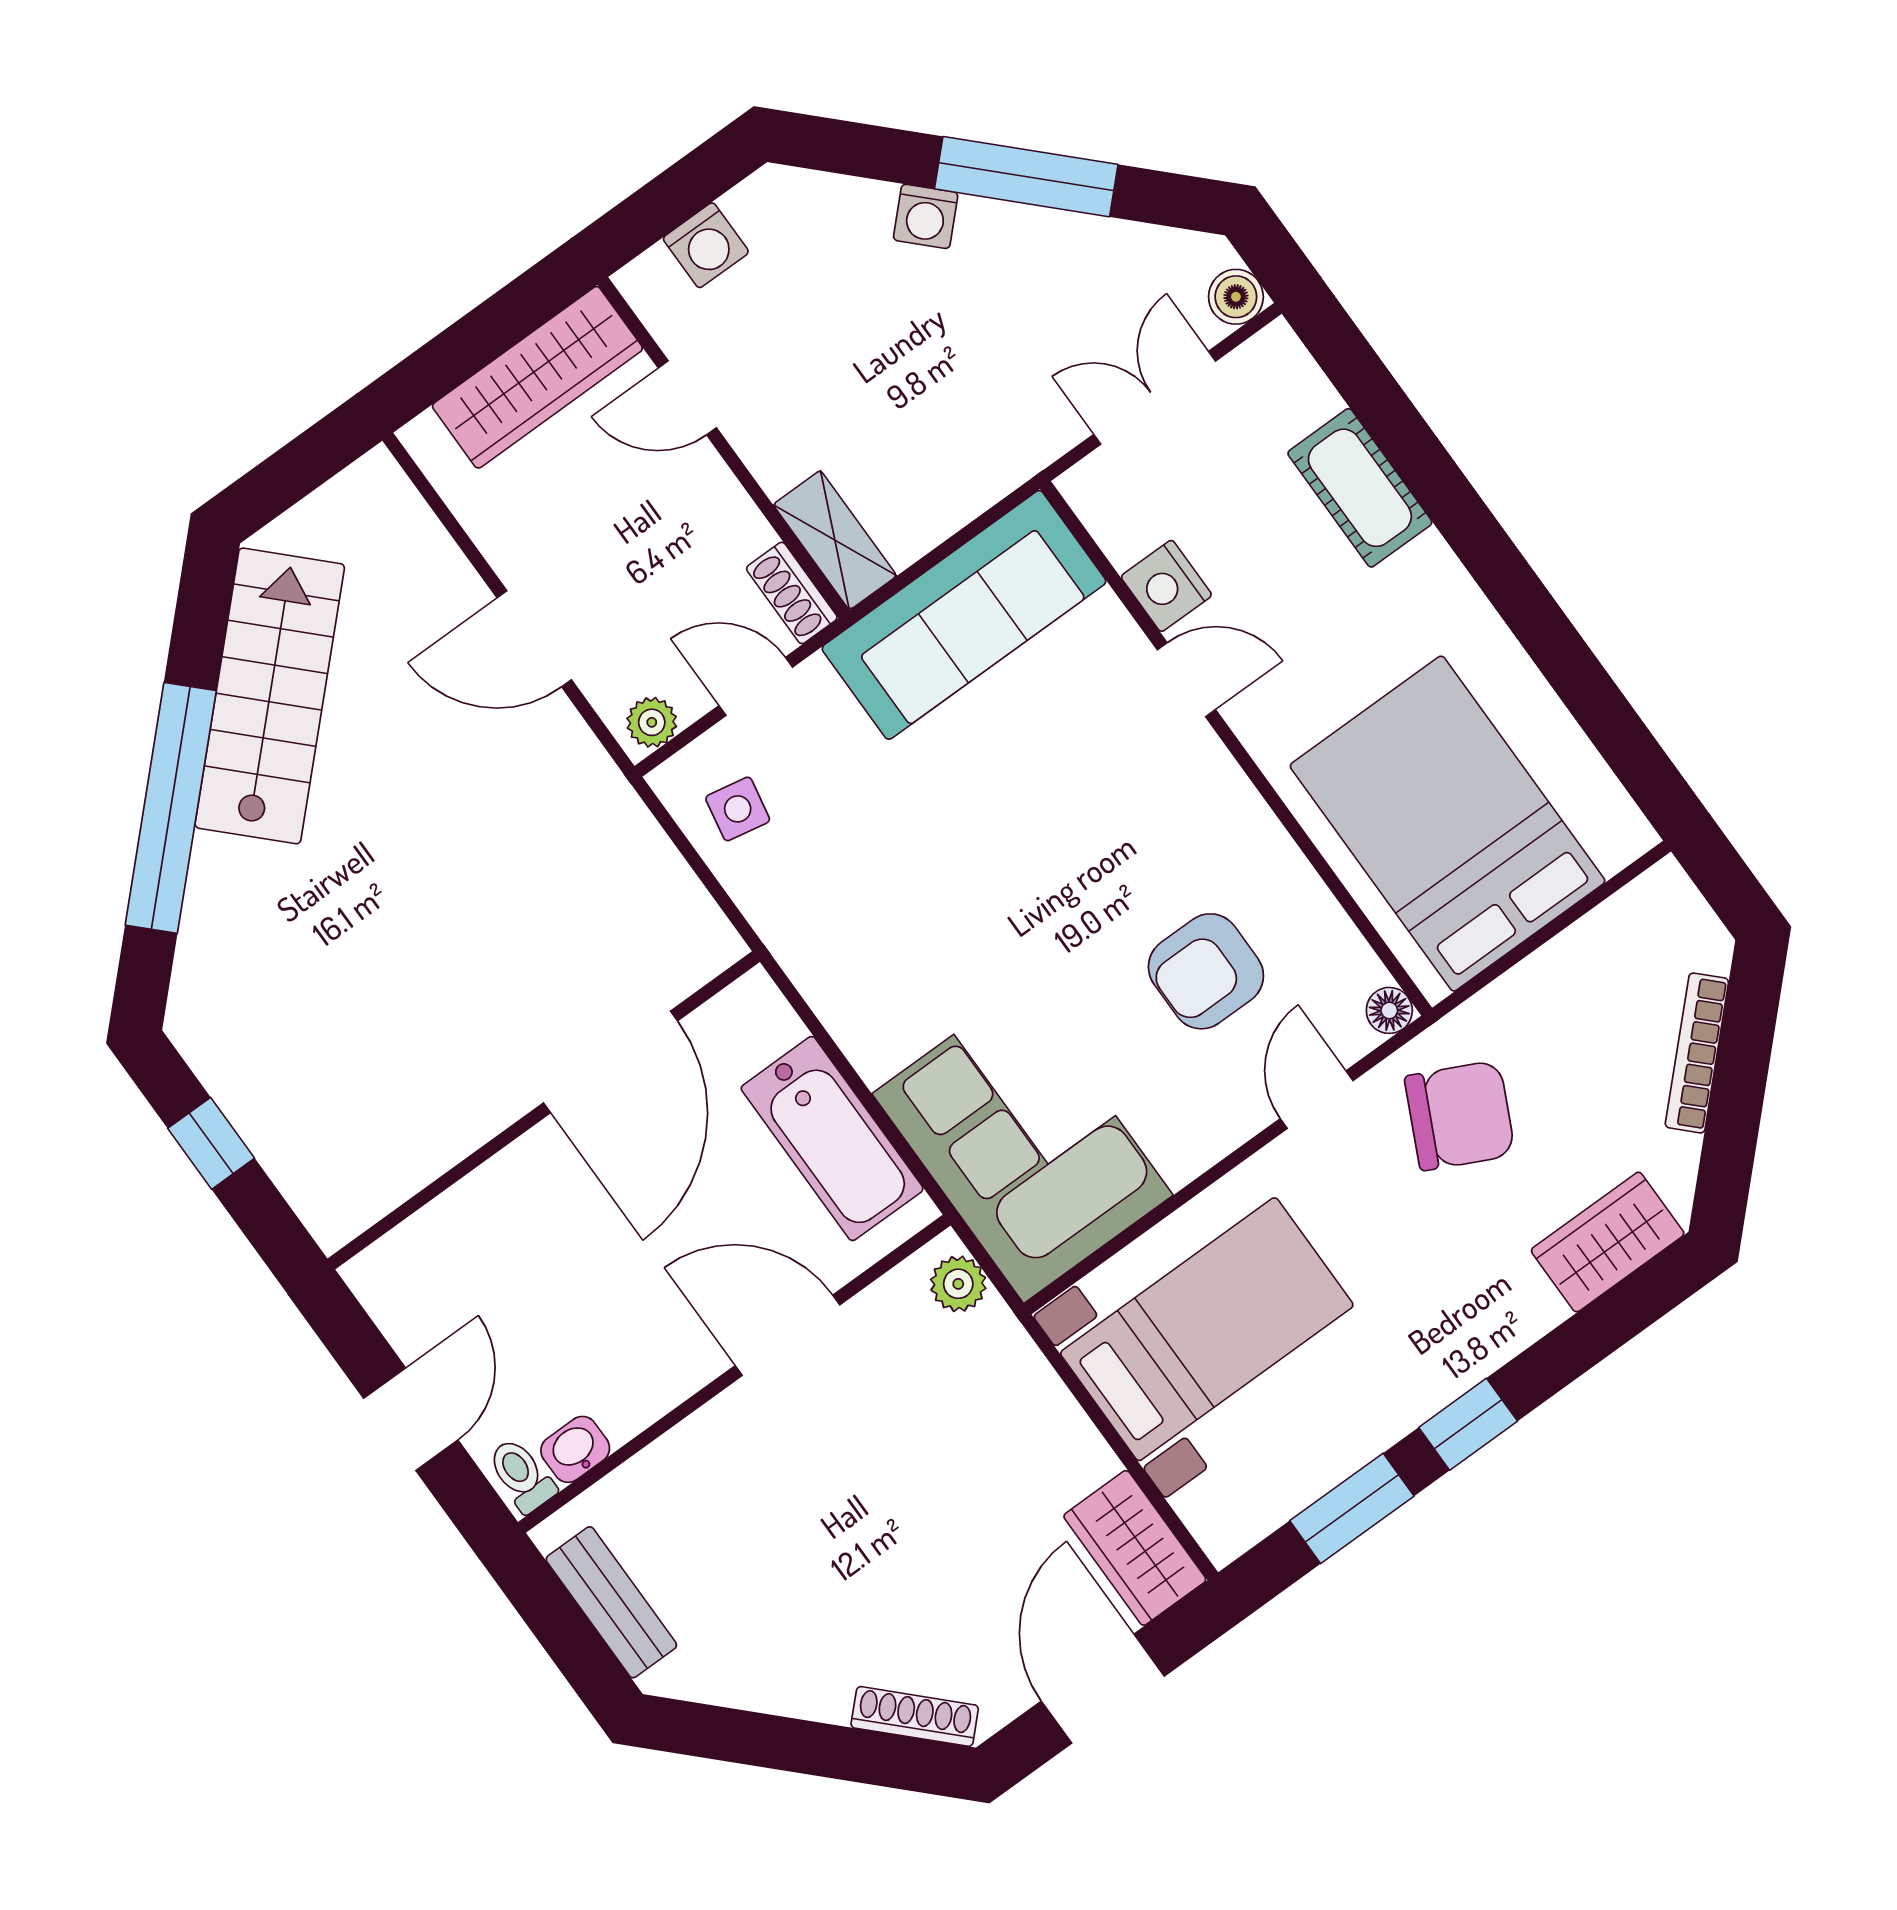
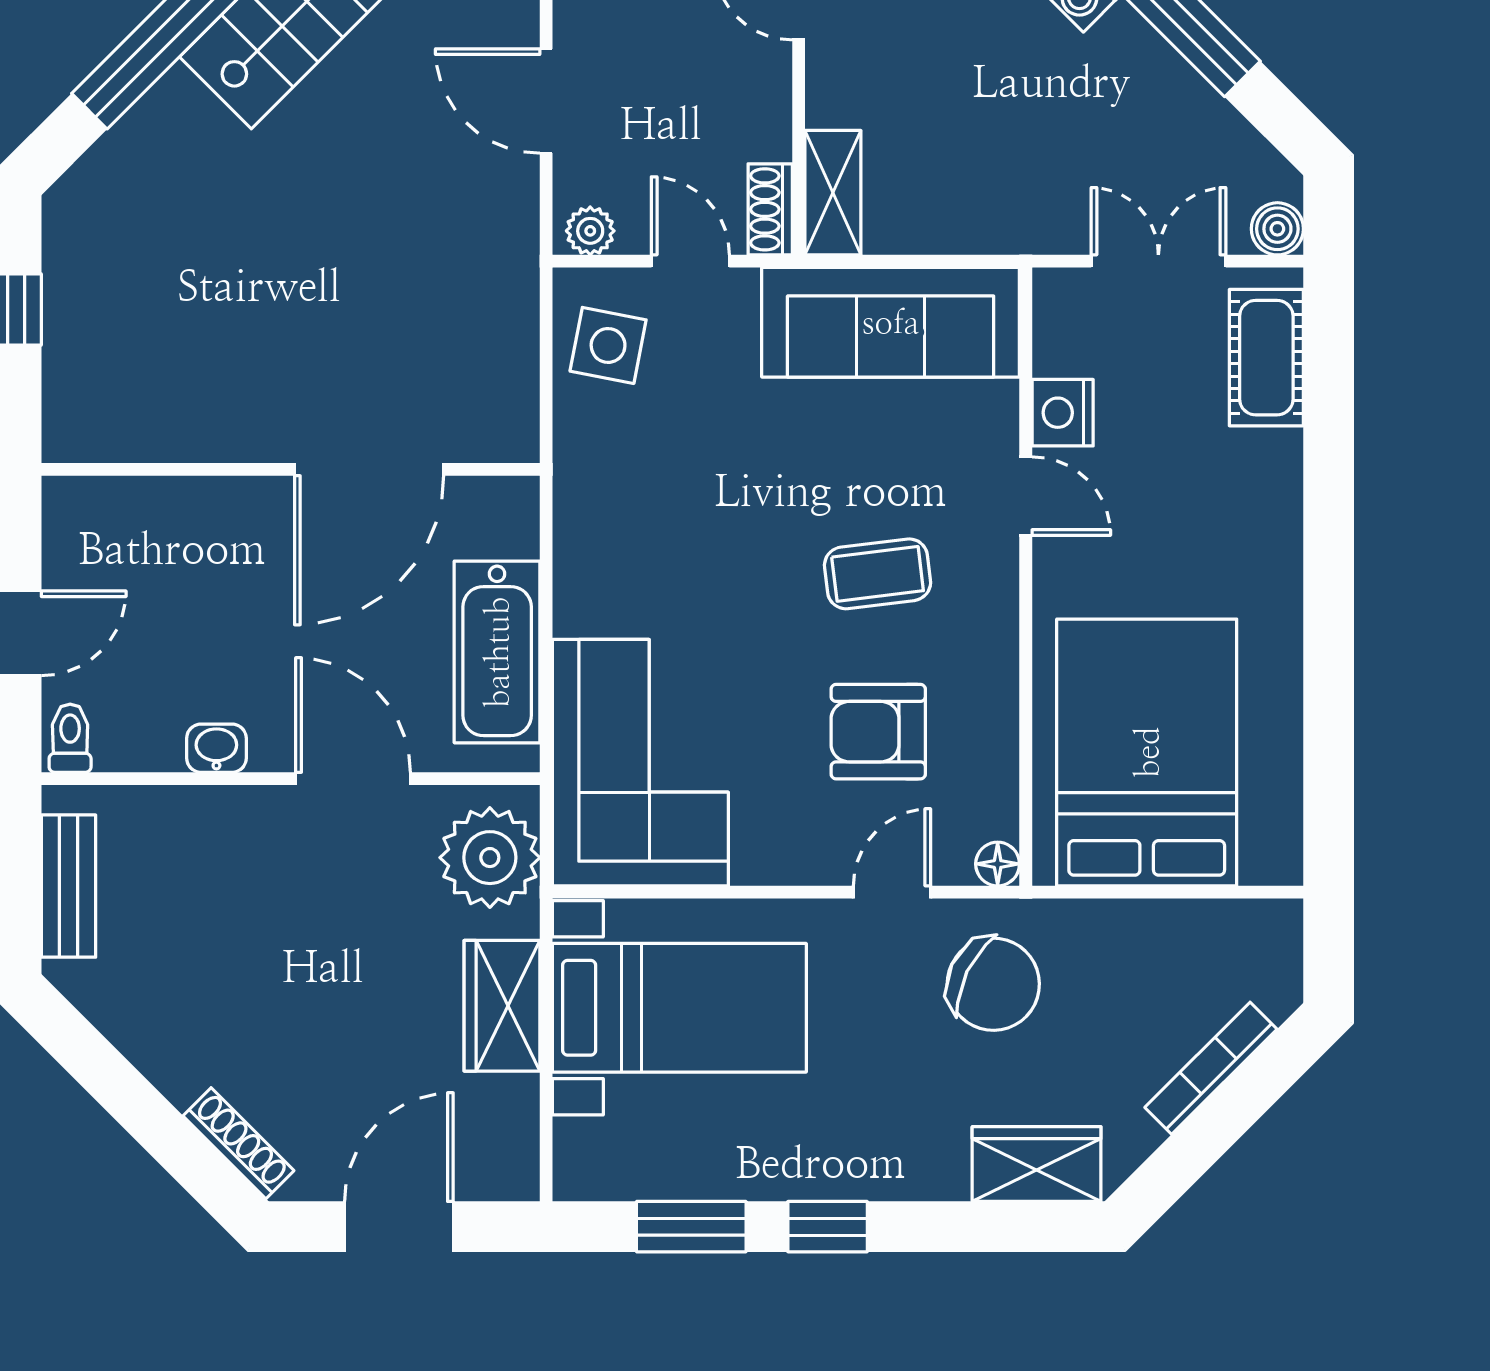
cot: (1360, 488) -> (1266, 358), moved
side table: (738, 809) -> (608, 345), width x1.37, depth x1.37
coffee table: (1108, 837) -> (878, 574), added
plant: (958, 1284) -> (490, 858), width x1.88, depth x1.88
washbasin: (575, 1449) -> (216, 748), moved
wardrobe: (1135, 1548) -> (502, 1006), moved

